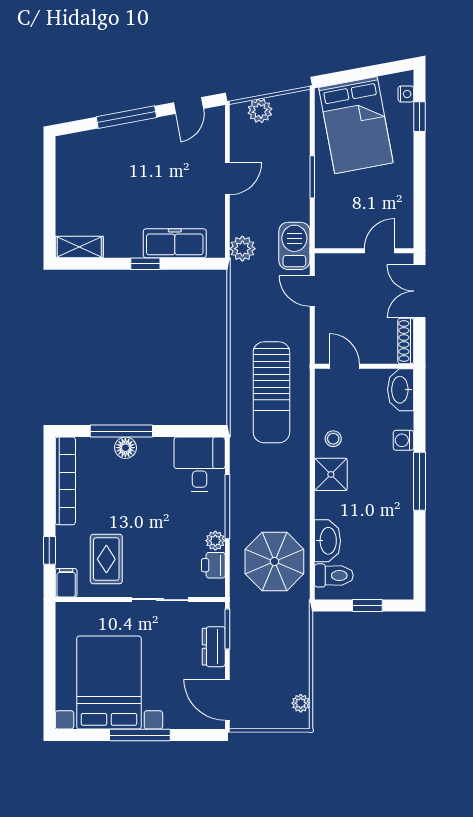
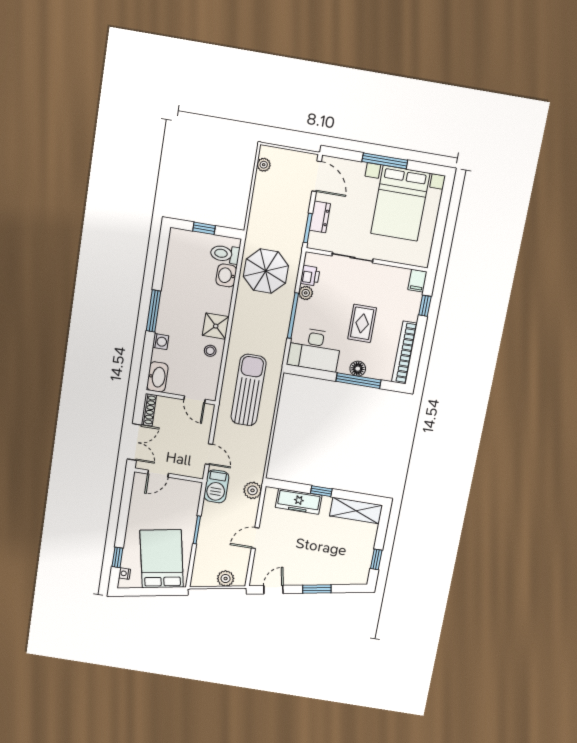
window: (126, 117) -> (317, 589), width x0.69
window: (49, 176) -> (376, 559), added
shelving: (79, 247) -> (356, 511), width x1.50, depth x1.33
desk: (200, 464) -> (314, 350), width x1.37
washbasin: (327, 541) -> (226, 275), width x0.72
rug: (106, 559) -> (362, 323), moved

